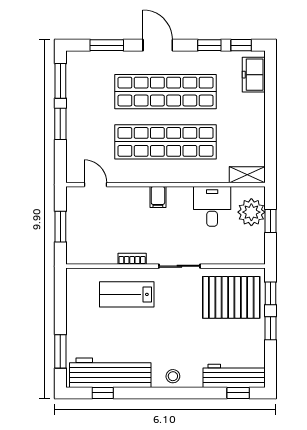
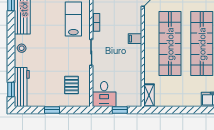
desk: (212, 206) -> (104, 94), moved, turned 90
plant: (251, 212) -> (125, 98), removed
window: (271, 293) -> (74, 110), removed
pallet: (231, 297) -> (72, 85), width x0.49, depth x0.50

